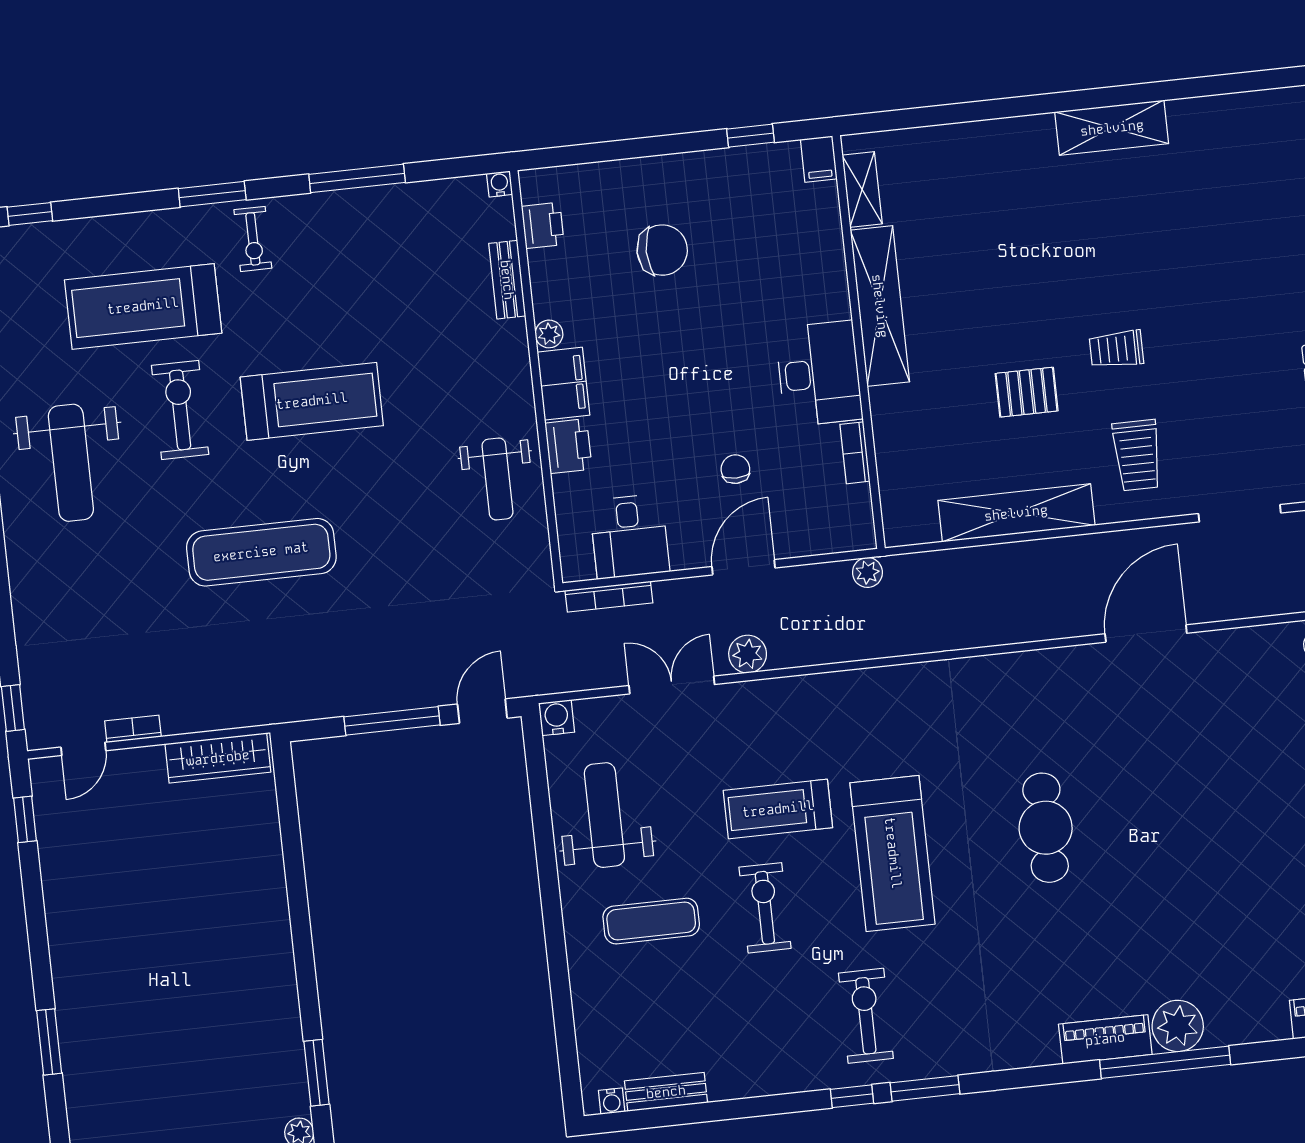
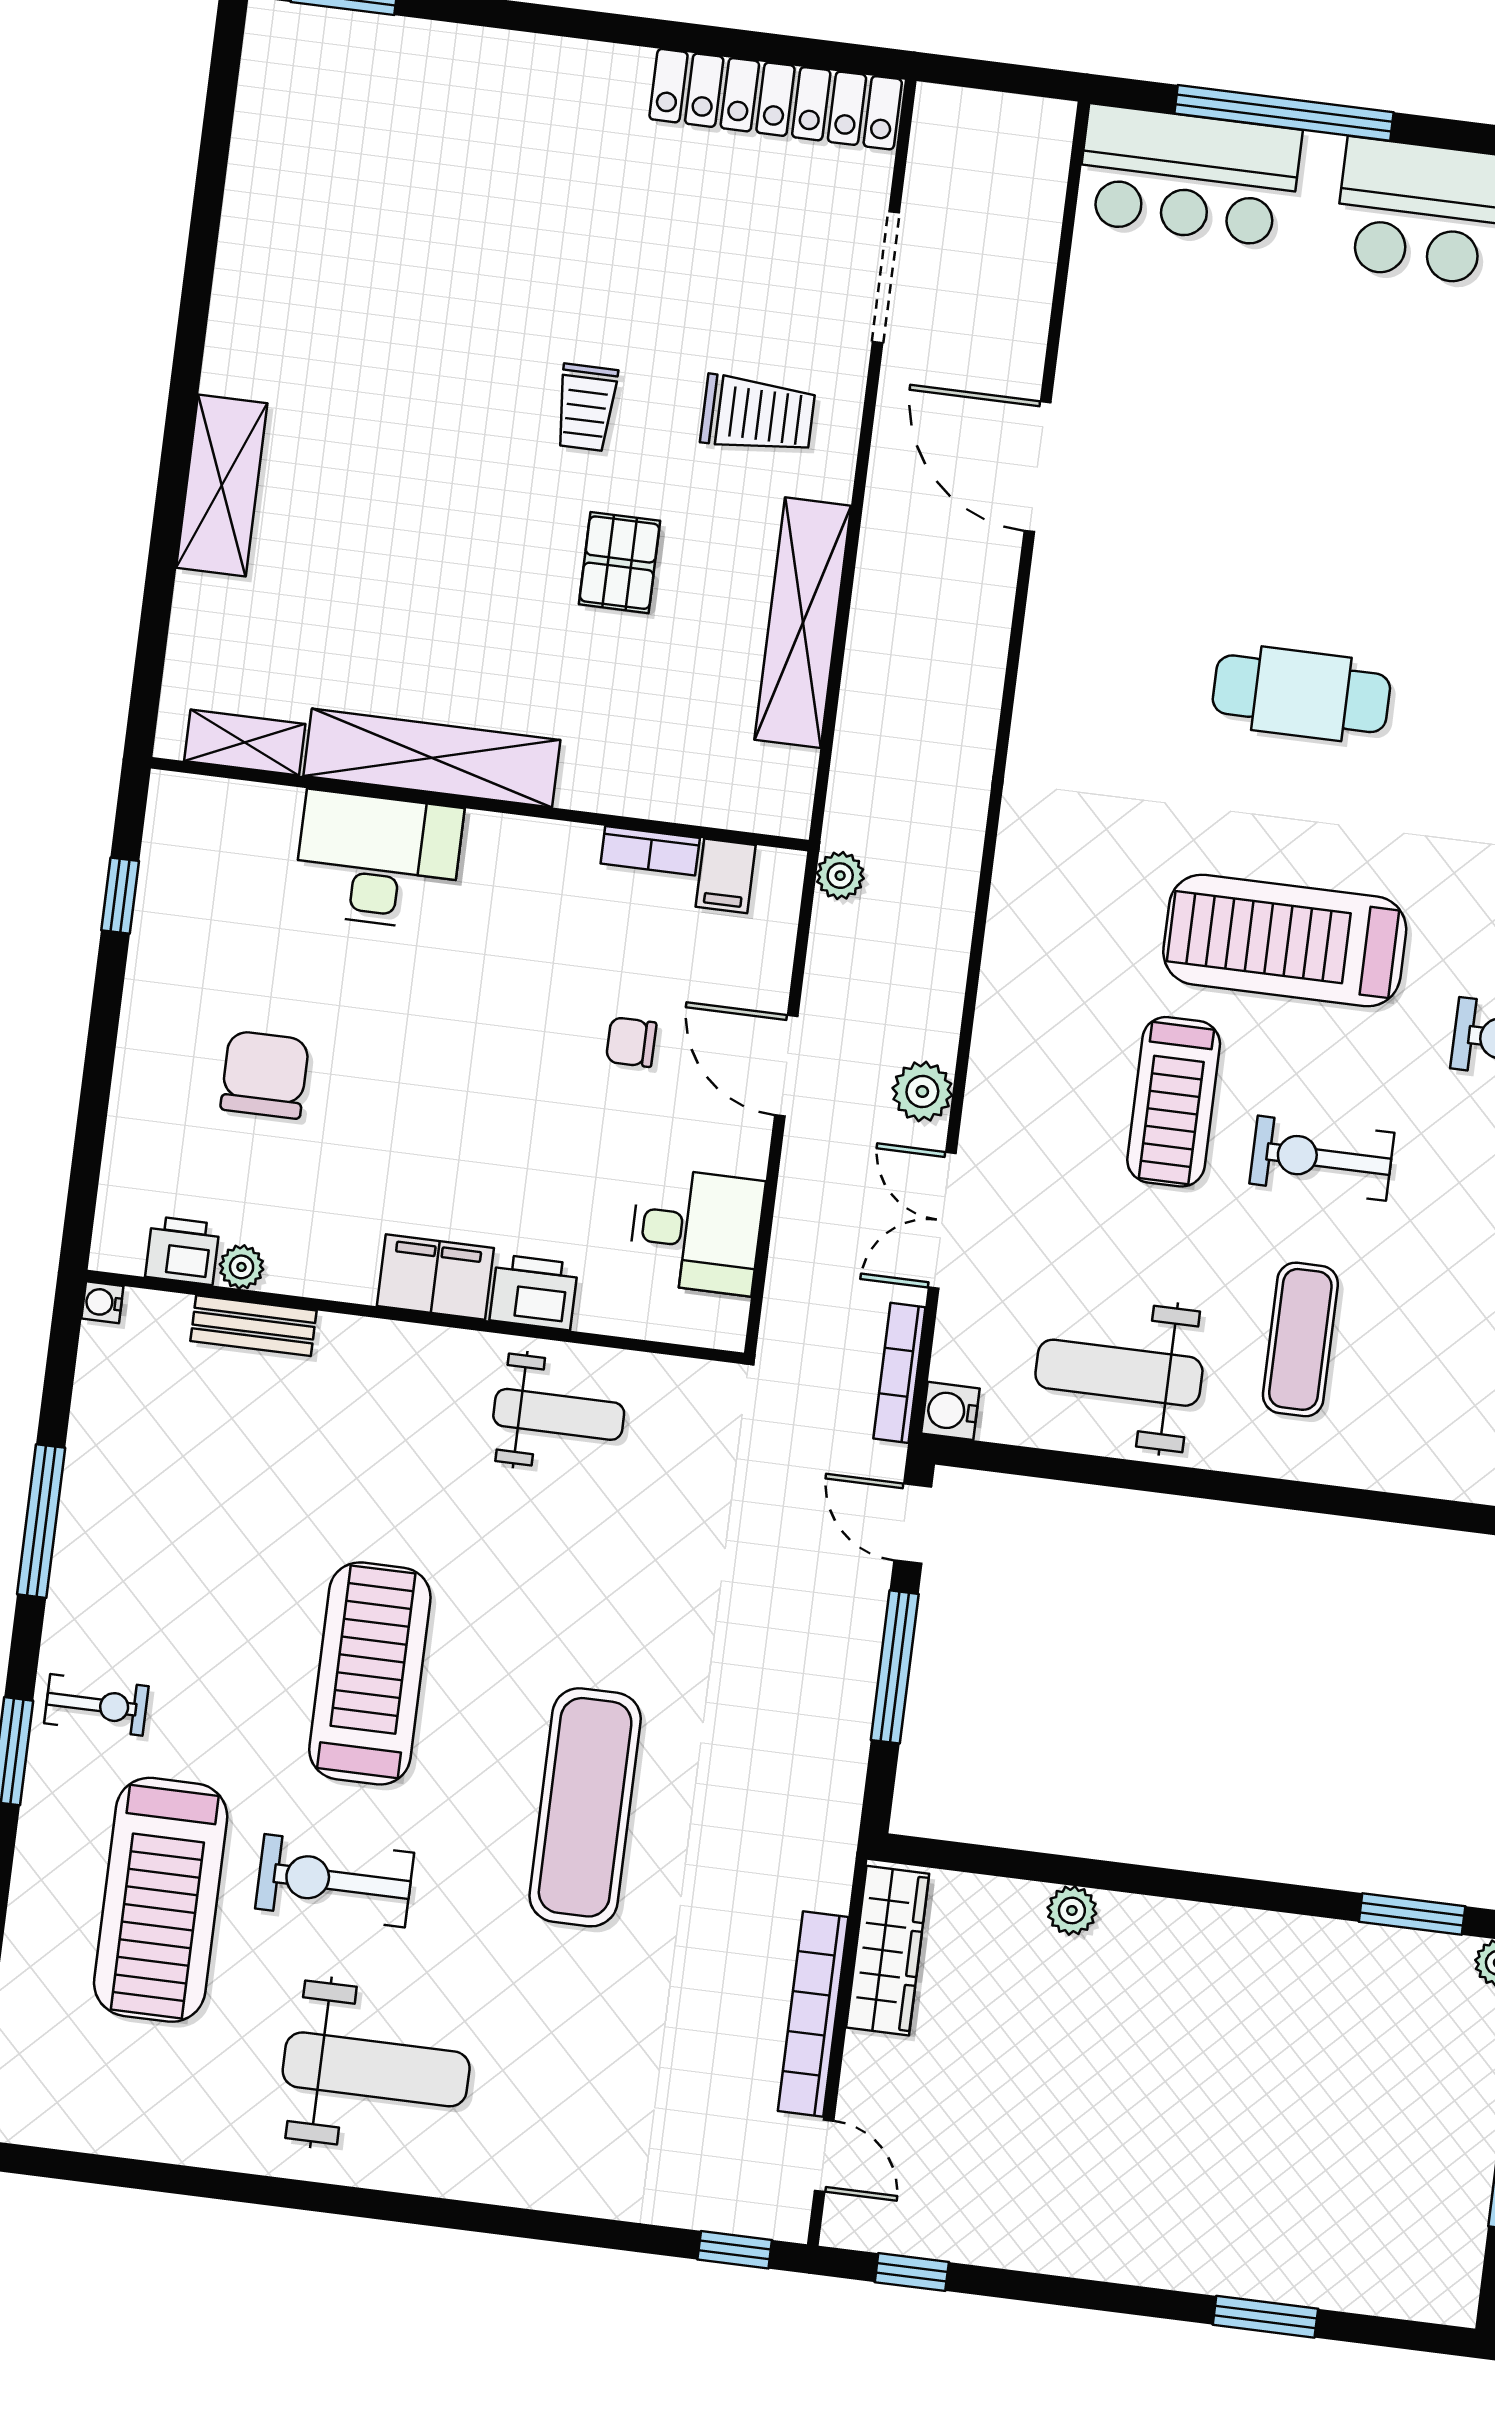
shelving: (1112, 128) -> (222, 486), moved
filing cabinet: (819, 159) -> (726, 876), moved, turned 90
plant: (549, 334) -> (242, 1267), moved
desk: (819, 374) -> (378, 860), moved
bookcase: (609, 597) -> (899, 1373), moved, turned 180
bookcase: (133, 729) -> (813, 2014), width x2.31, depth x1.31
treadmill: (893, 853) -> (1285, 941), turned 180
plant: (269, 865) -> (1072, 1910), added

